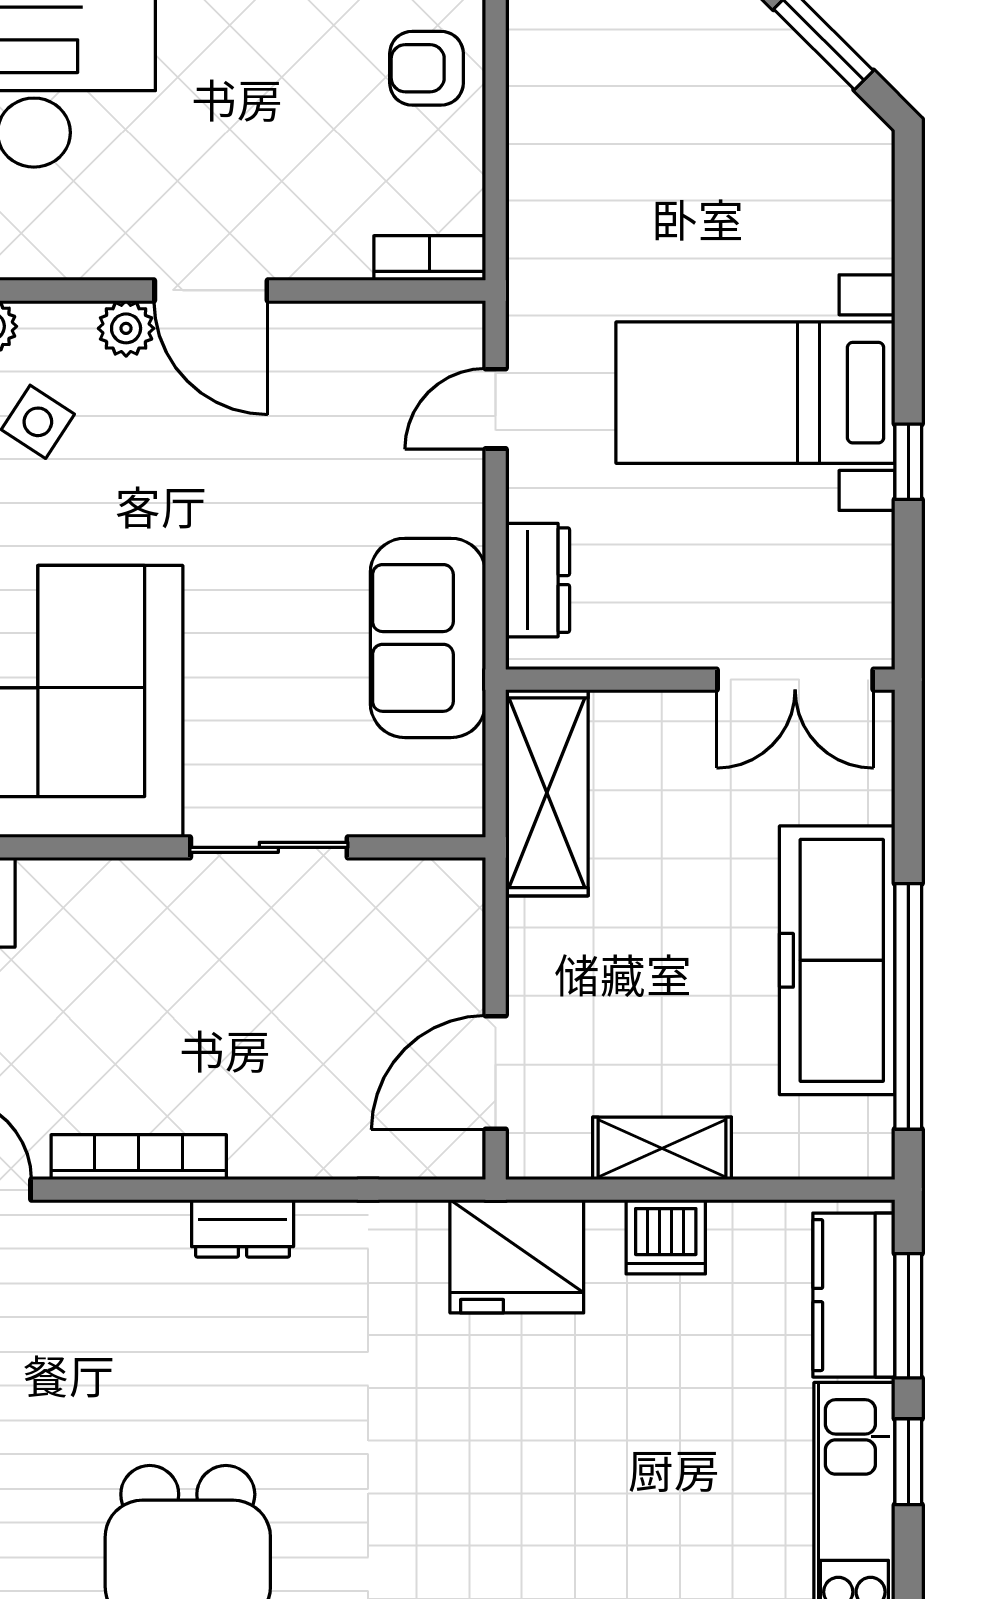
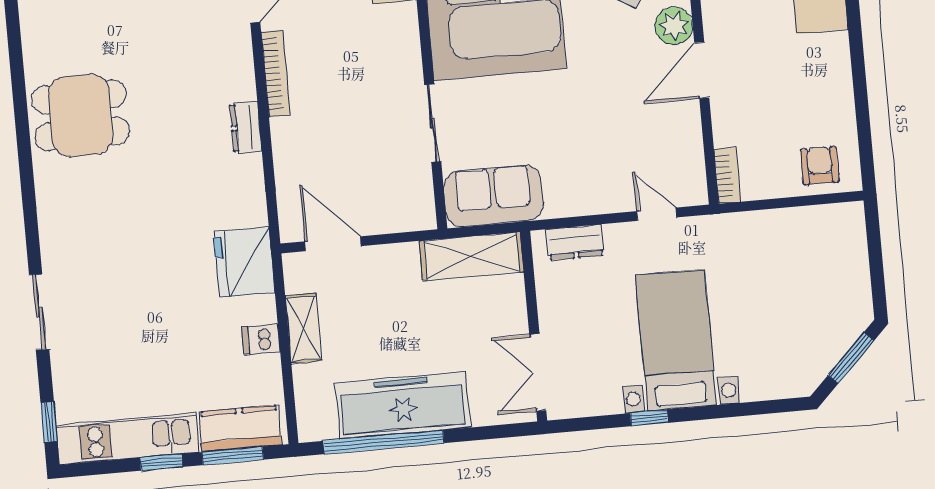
plant: (126, 328) -> (674, 26), width x1.38, depth x1.38
sofa: (428, 638) -> (493, 196), moved
dishwasher: (666, 1237) -> (261, 339), width x0.73

